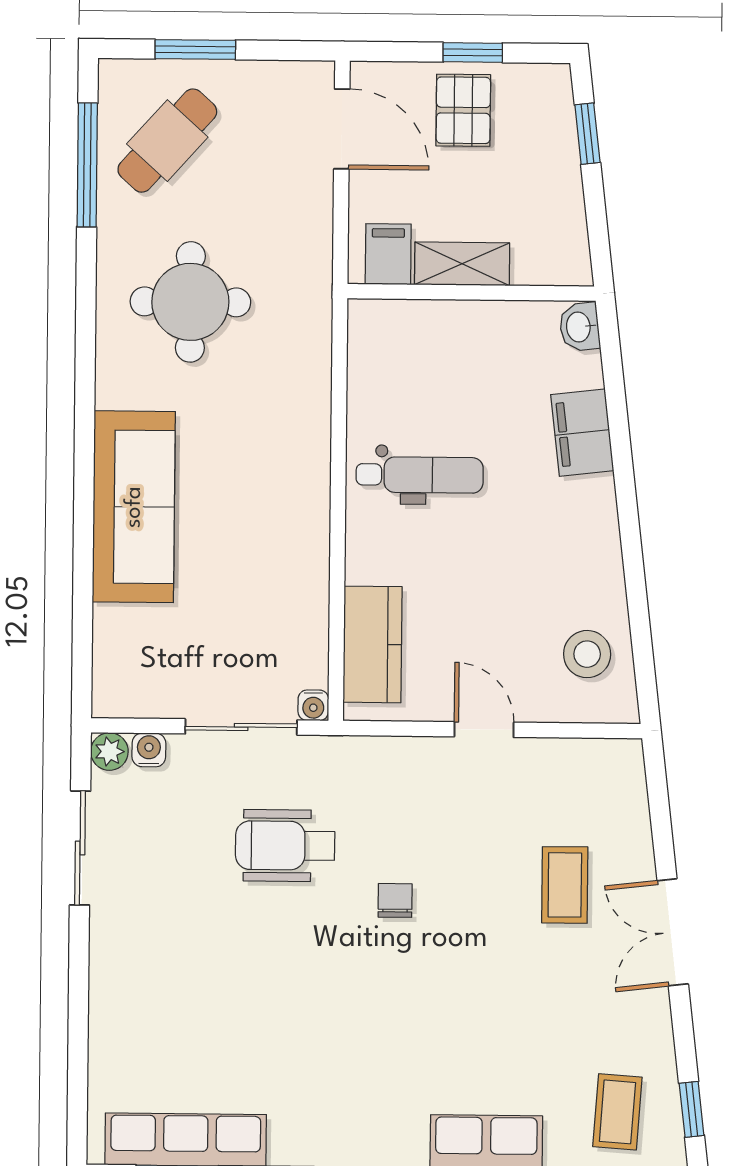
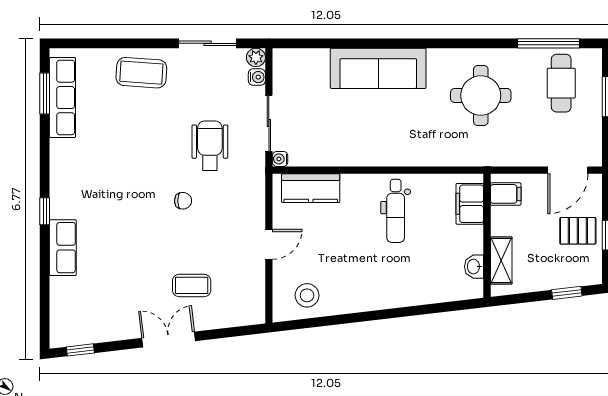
cafe table: (167, 141) -> (561, 83), turned 48
shelving: (462, 264) -> (501, 261), moved
washbasin: (579, 327) -> (474, 267), moved, turned -83
filing cabinet: (582, 433) -> (470, 204), moved, turned -83
coffee table: (617, 1112) -> (141, 73), moved, width x1.36, depth x1.30

